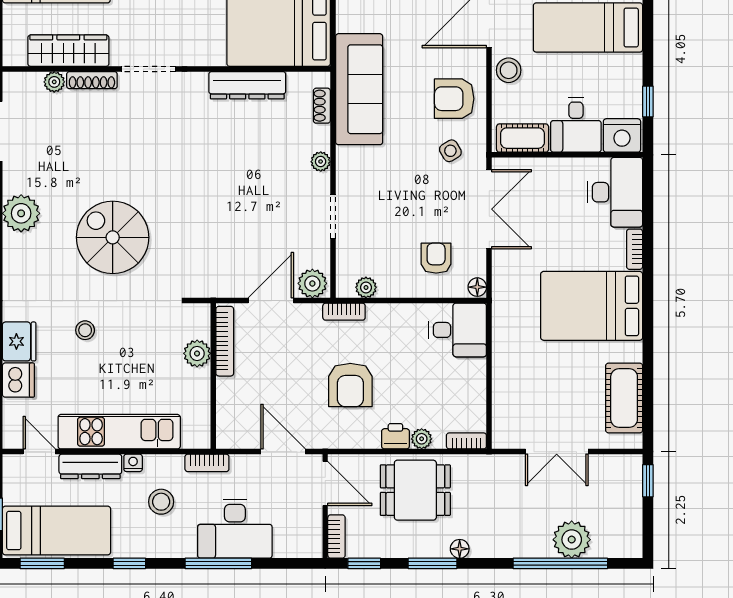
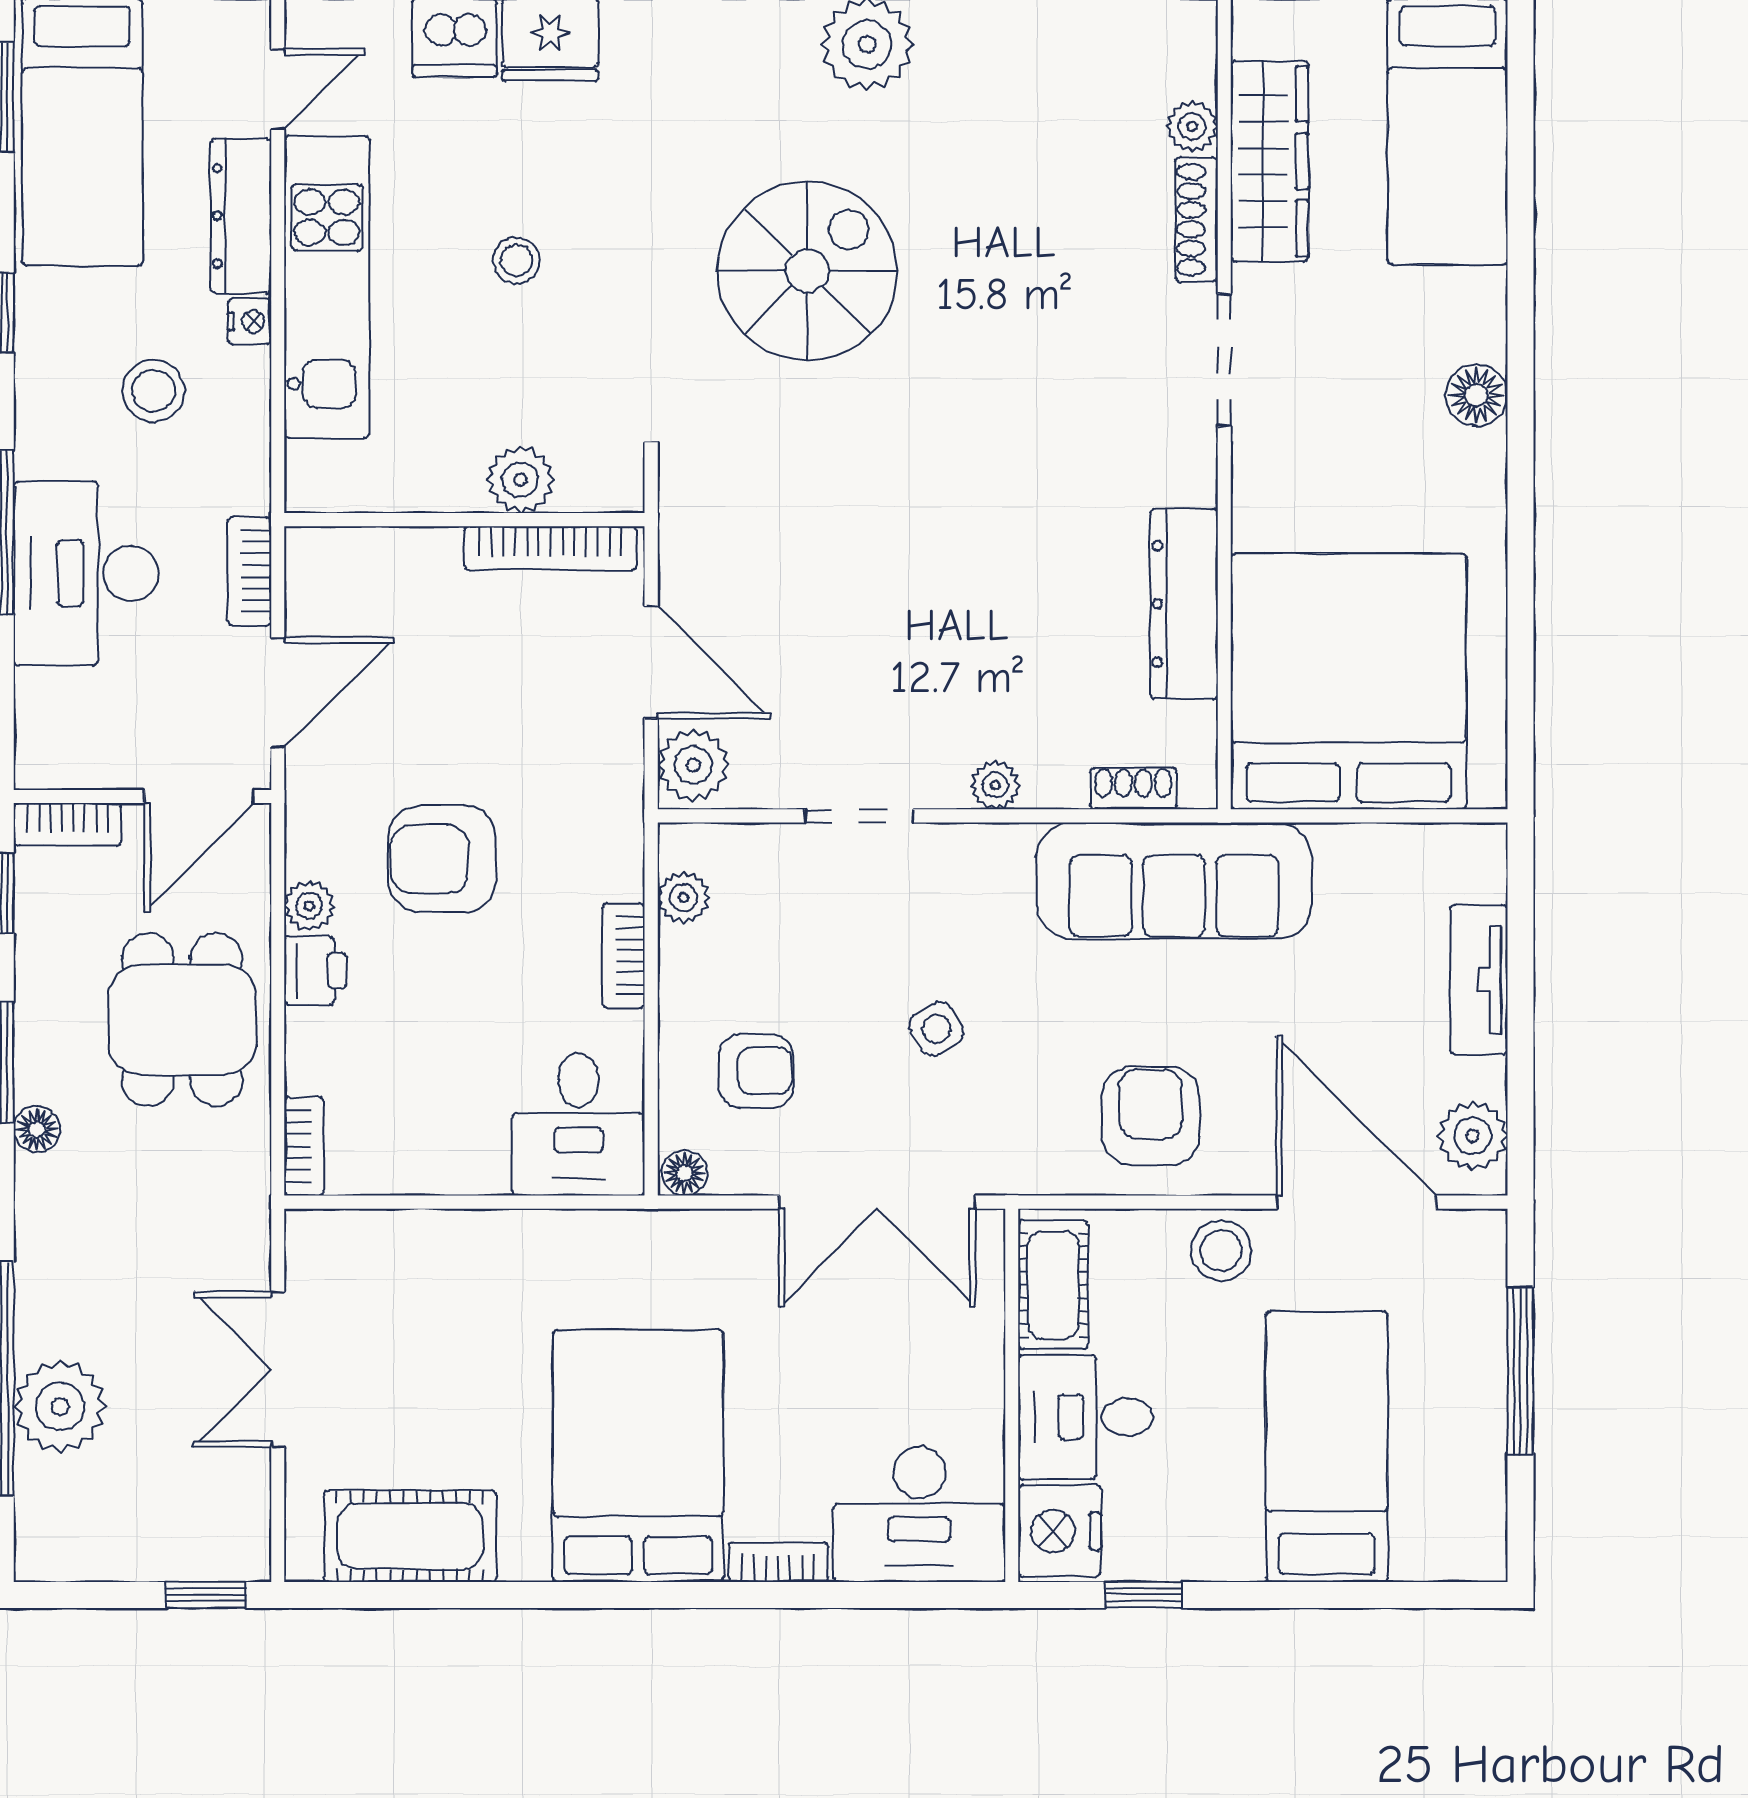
side table: (450, 151) -> (936, 1029), moved
bookcase: (344, 312) -> (624, 956), moved
stool: (85, 330) -> (516, 260), moved
plant: (422, 439) -> (309, 906), moved
bookcase: (207, 463) -> (250, 571), moved

